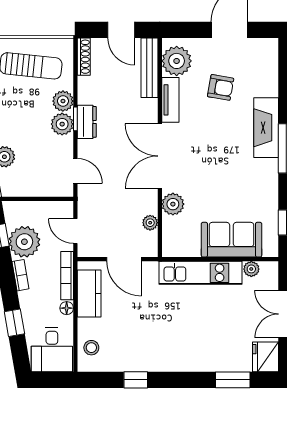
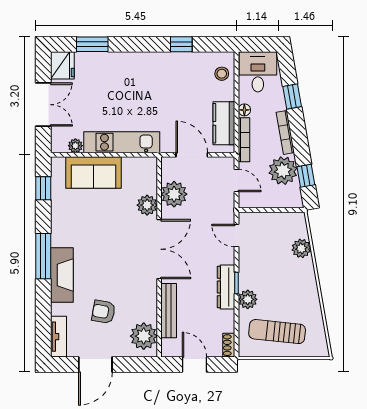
shoe rack: (84, 57) -> (229, 345), width x0.70
bench: (149, 68) -> (169, 311), moved
tv unit: (170, 100) -> (58, 337), moved, turned 180
dresser: (87, 122) -> (226, 287), width x1.44
plant: (62, 124) -> (248, 278), removed
plant: (150, 223) -> (174, 194), width x1.87, depth x1.87
bookcase: (20, 275) -> (285, 132), width x1.56

